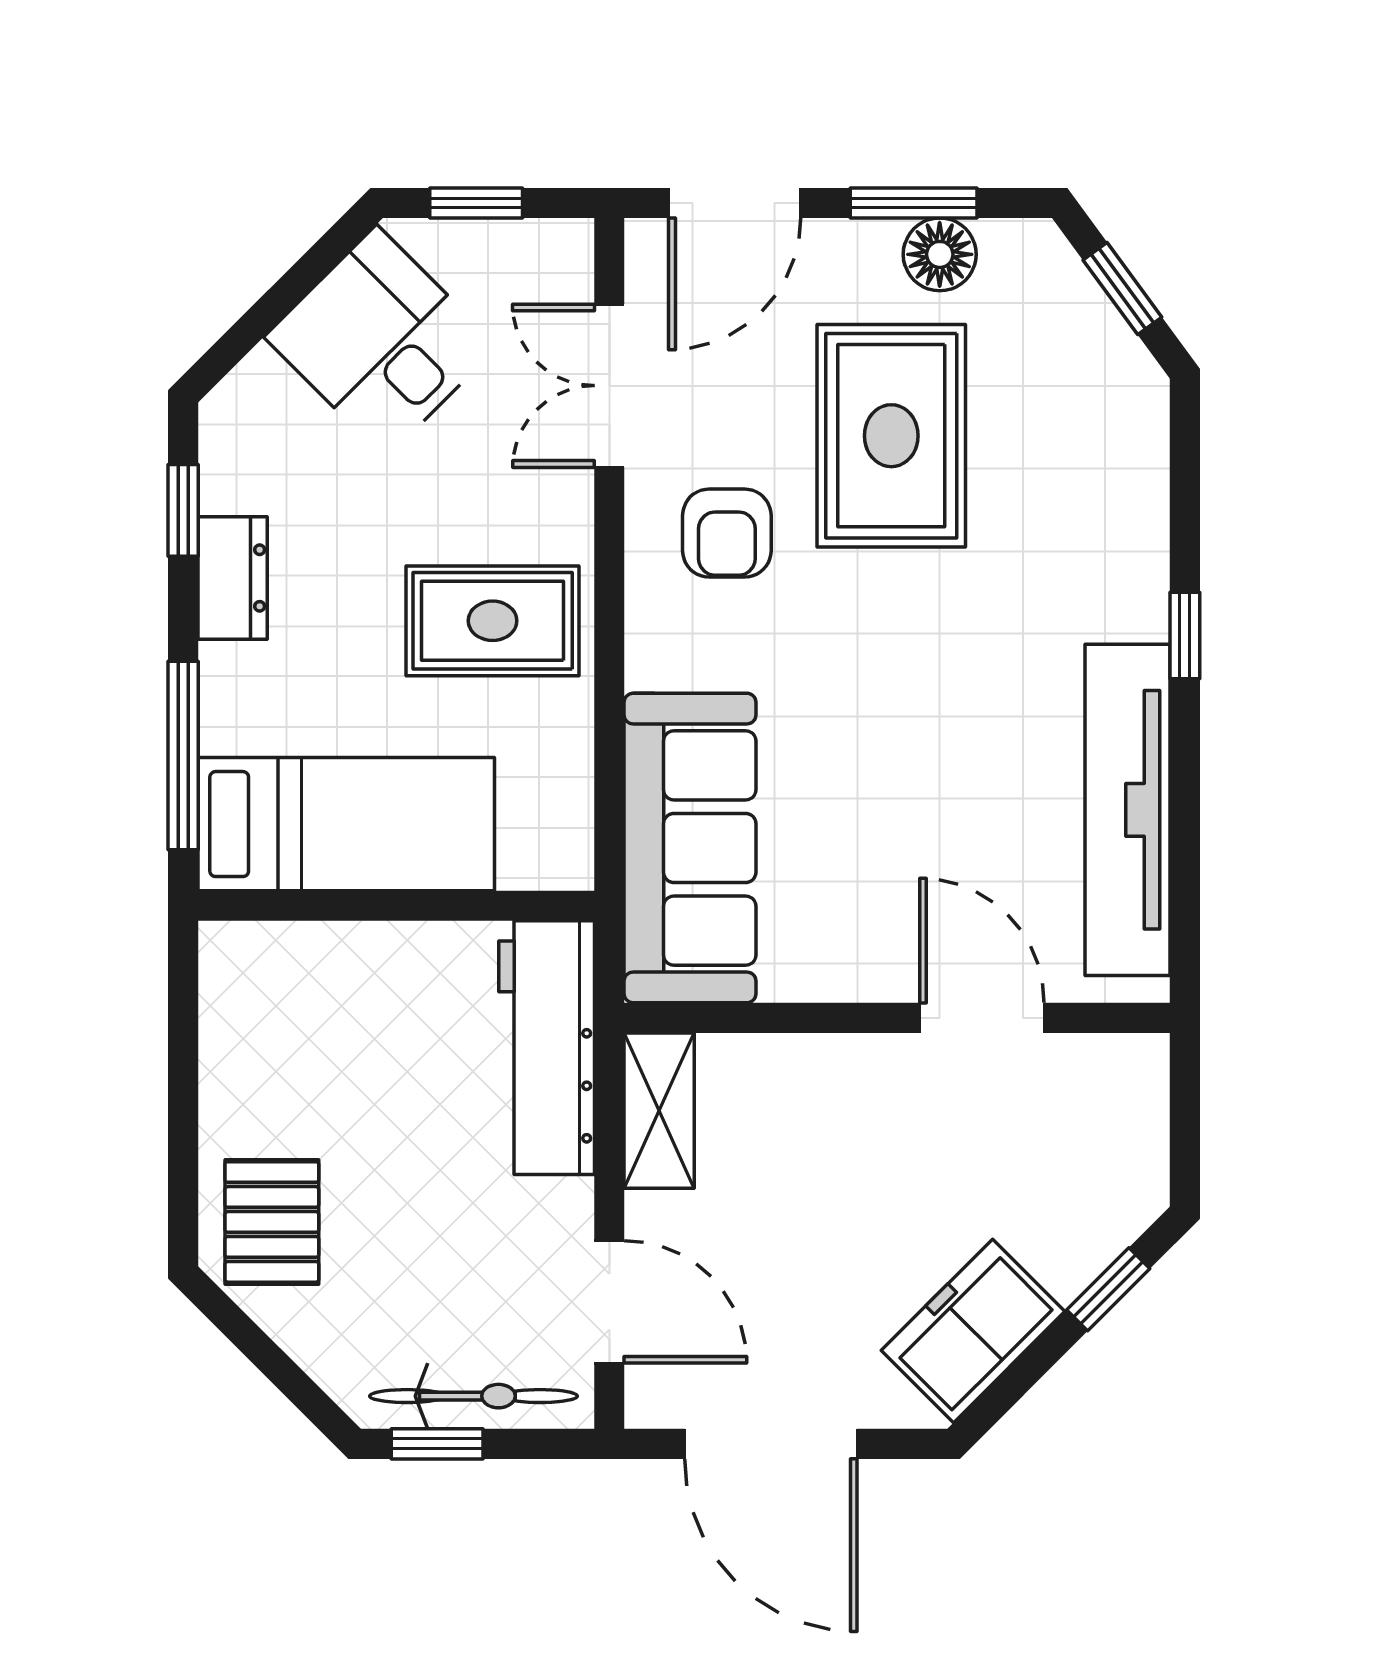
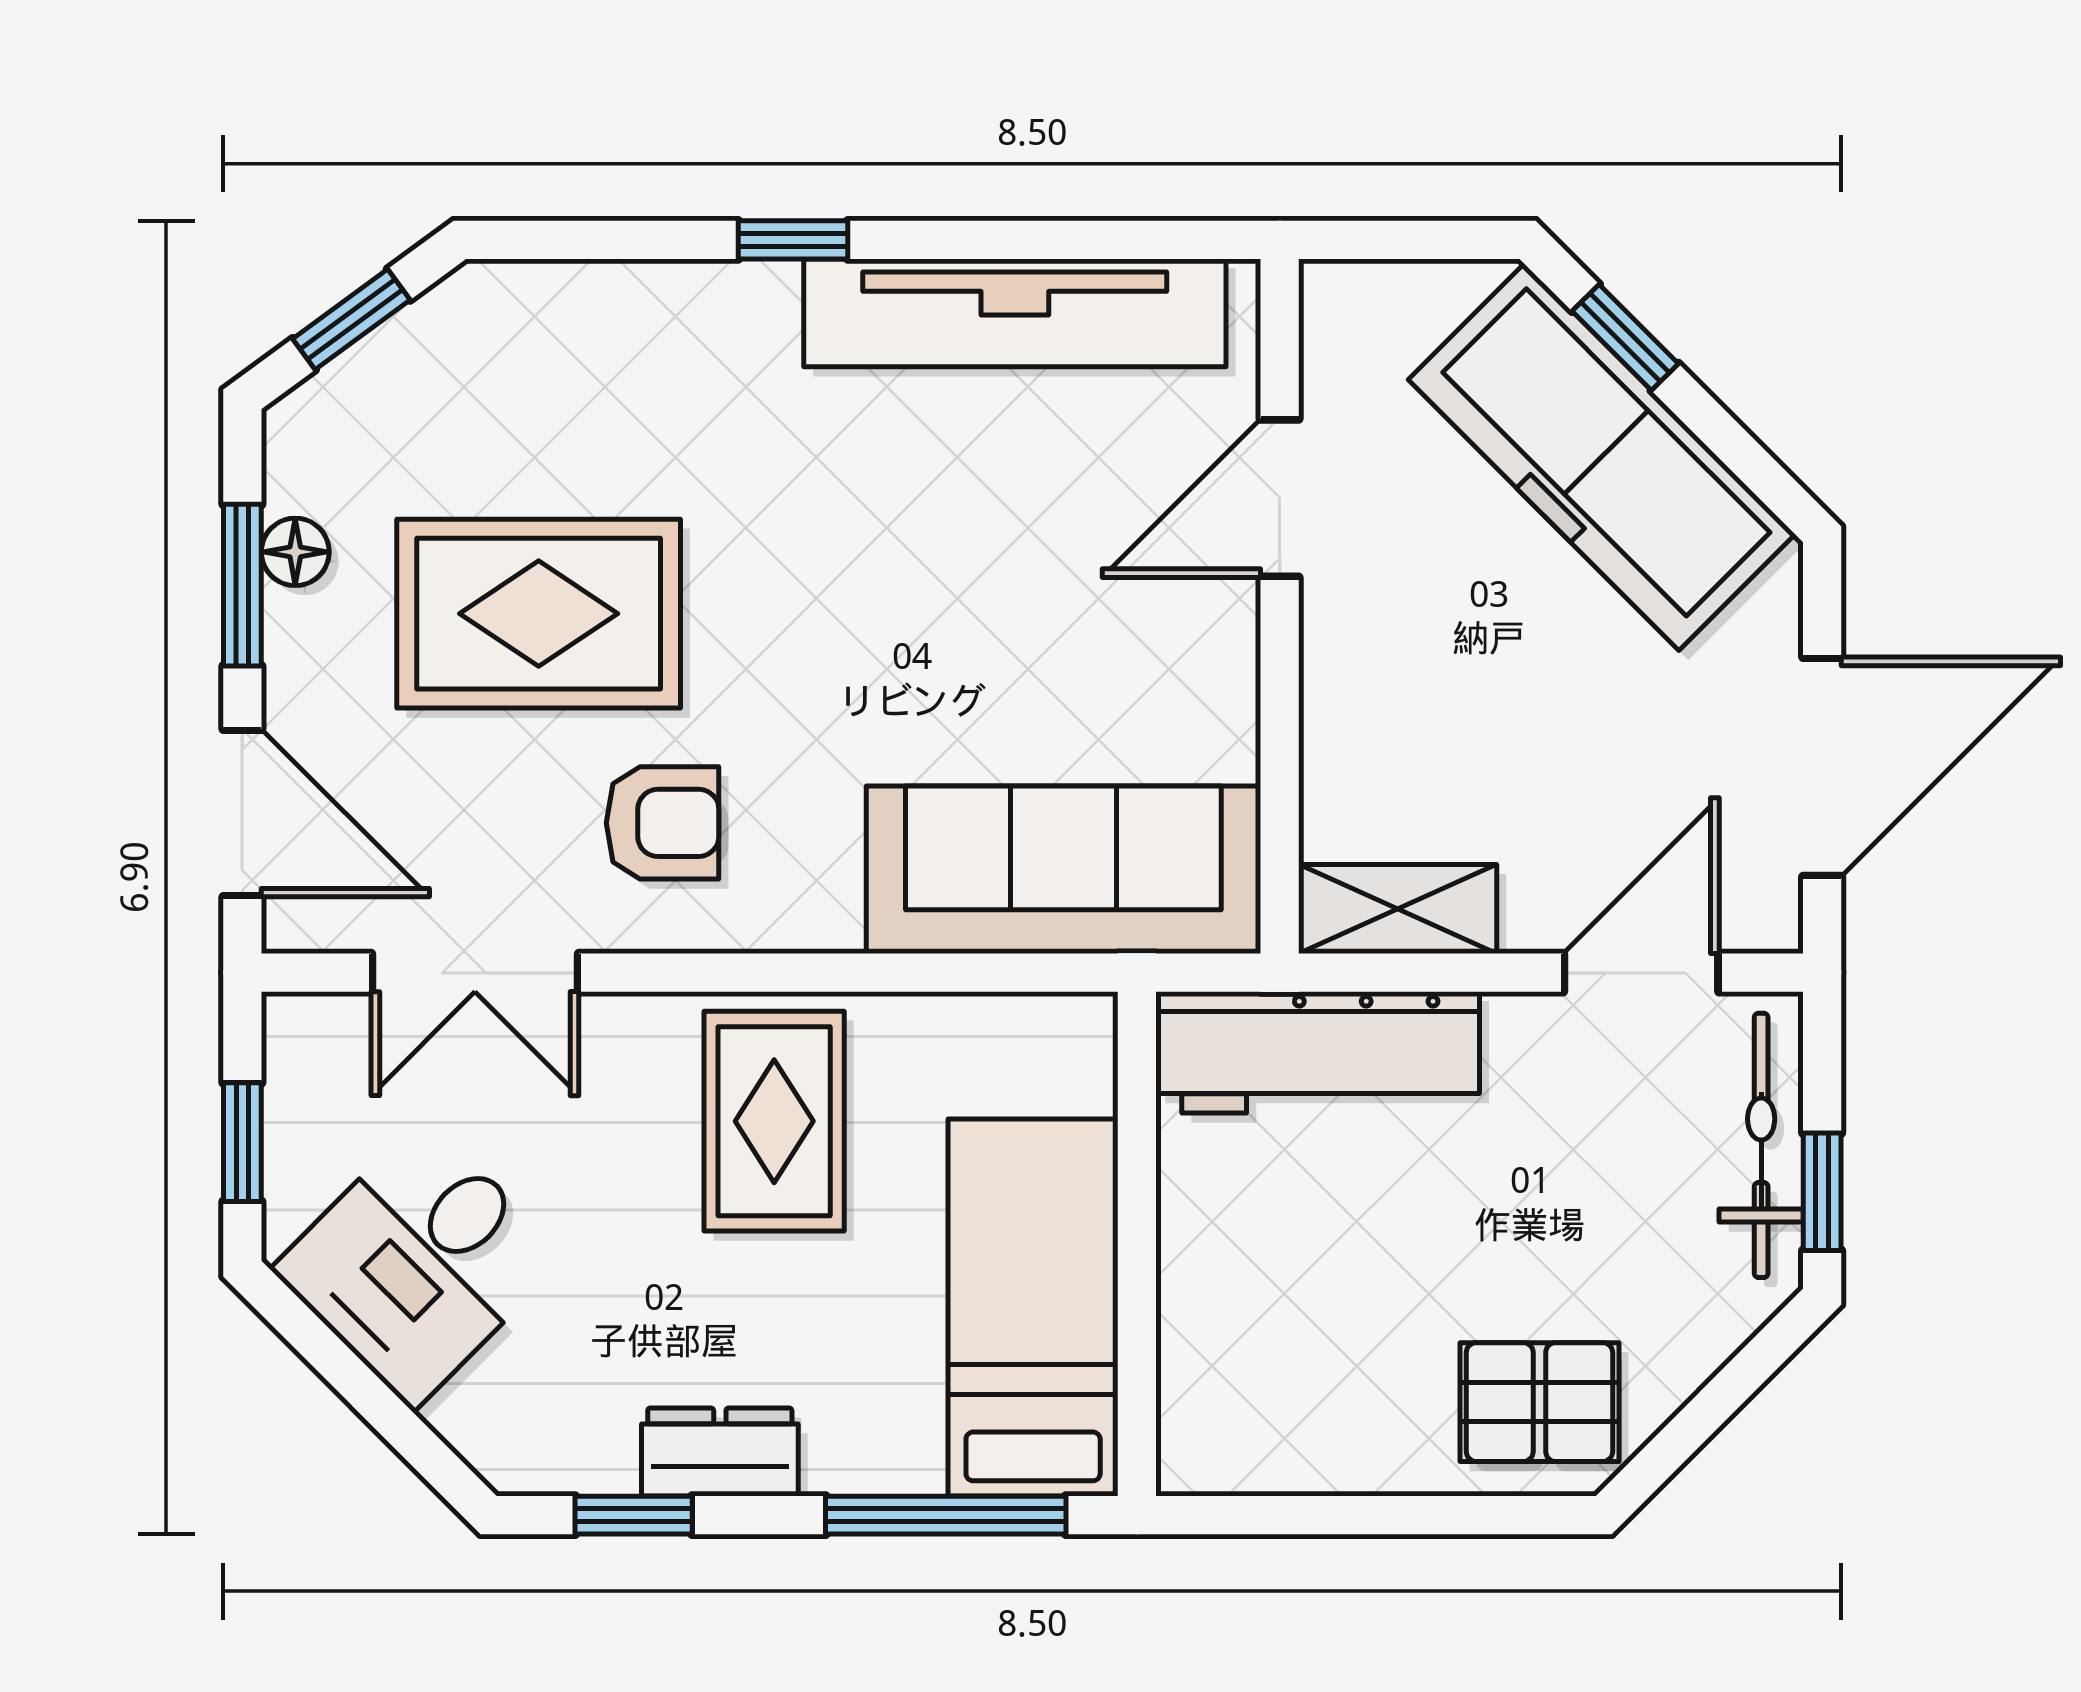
floor lamp: (940, 254) -> (295, 552), width x0.73, depth x0.73
freezer: (973, 1331) -> (1602, 457), width x1.91, depth x1.26

